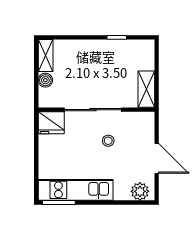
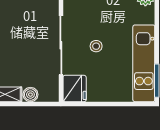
stool: (108, 141) -> (96, 46), moved

